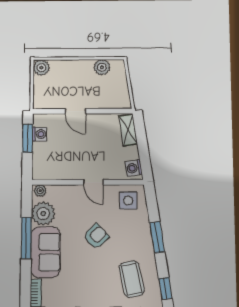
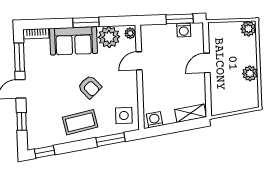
plant: (102, 67) -> (250, 73), moved
door: (93, 182) -> (139, 61), moved
window: (157, 237) -> (111, 140), moved
window: (26, 238) -> (86, 22), width x0.69
coffee table: (132, 279) -> (80, 122), moved

